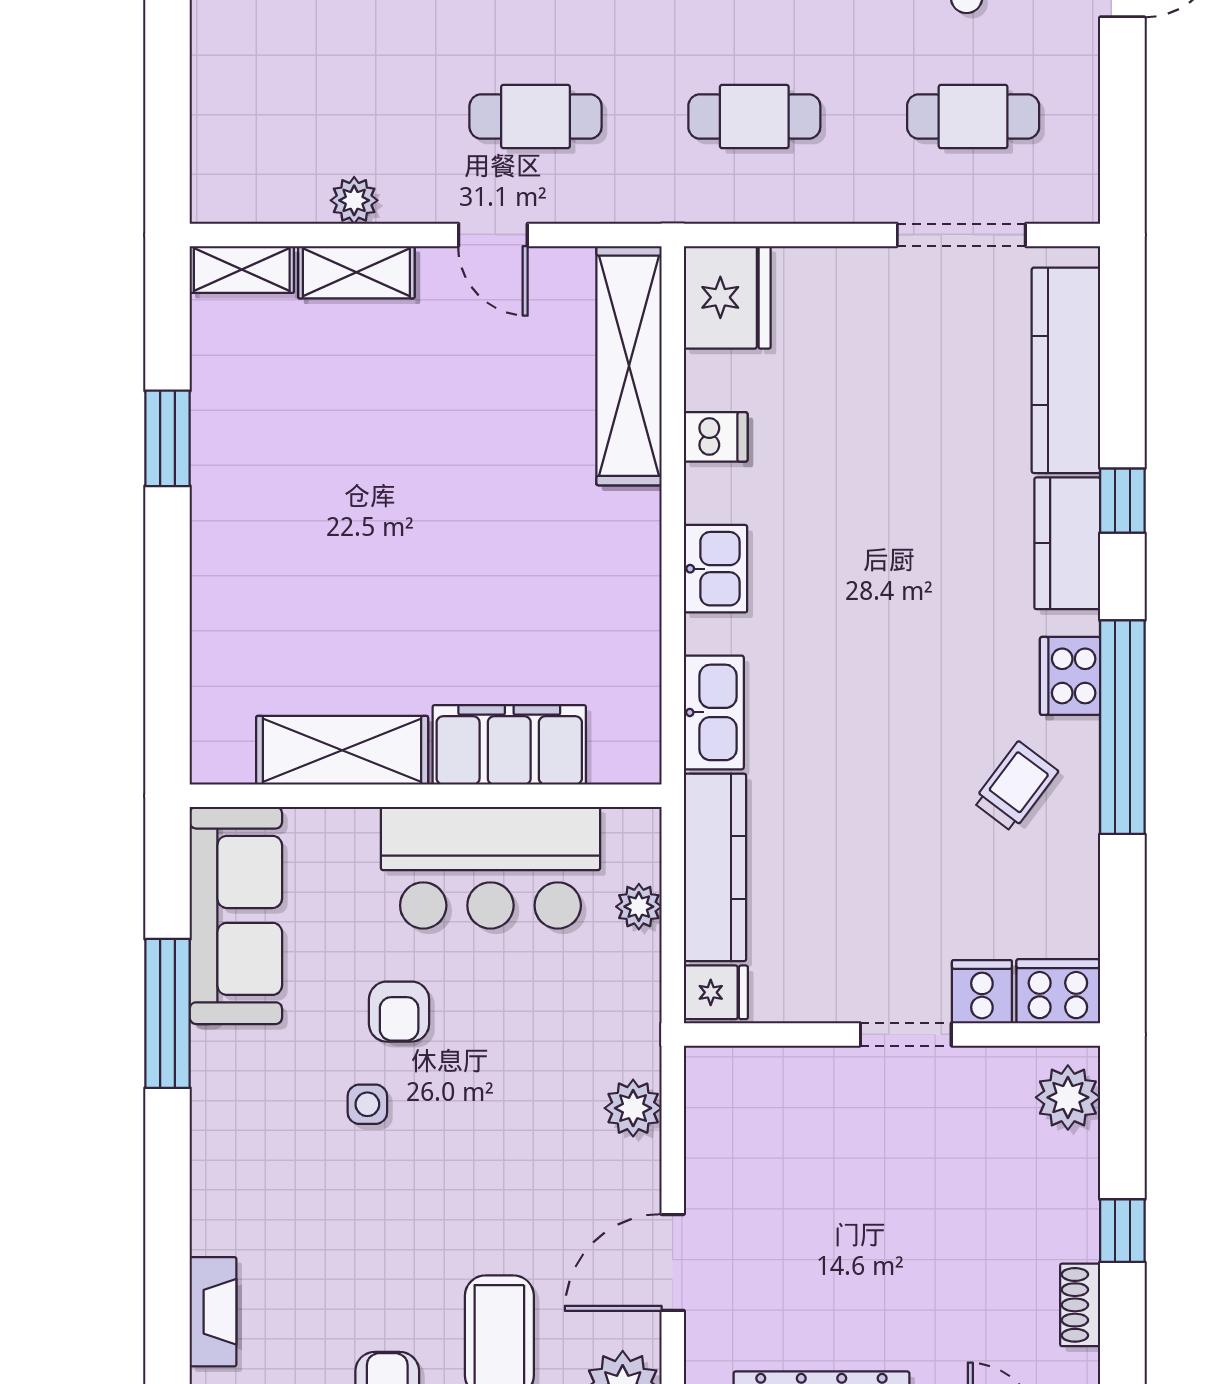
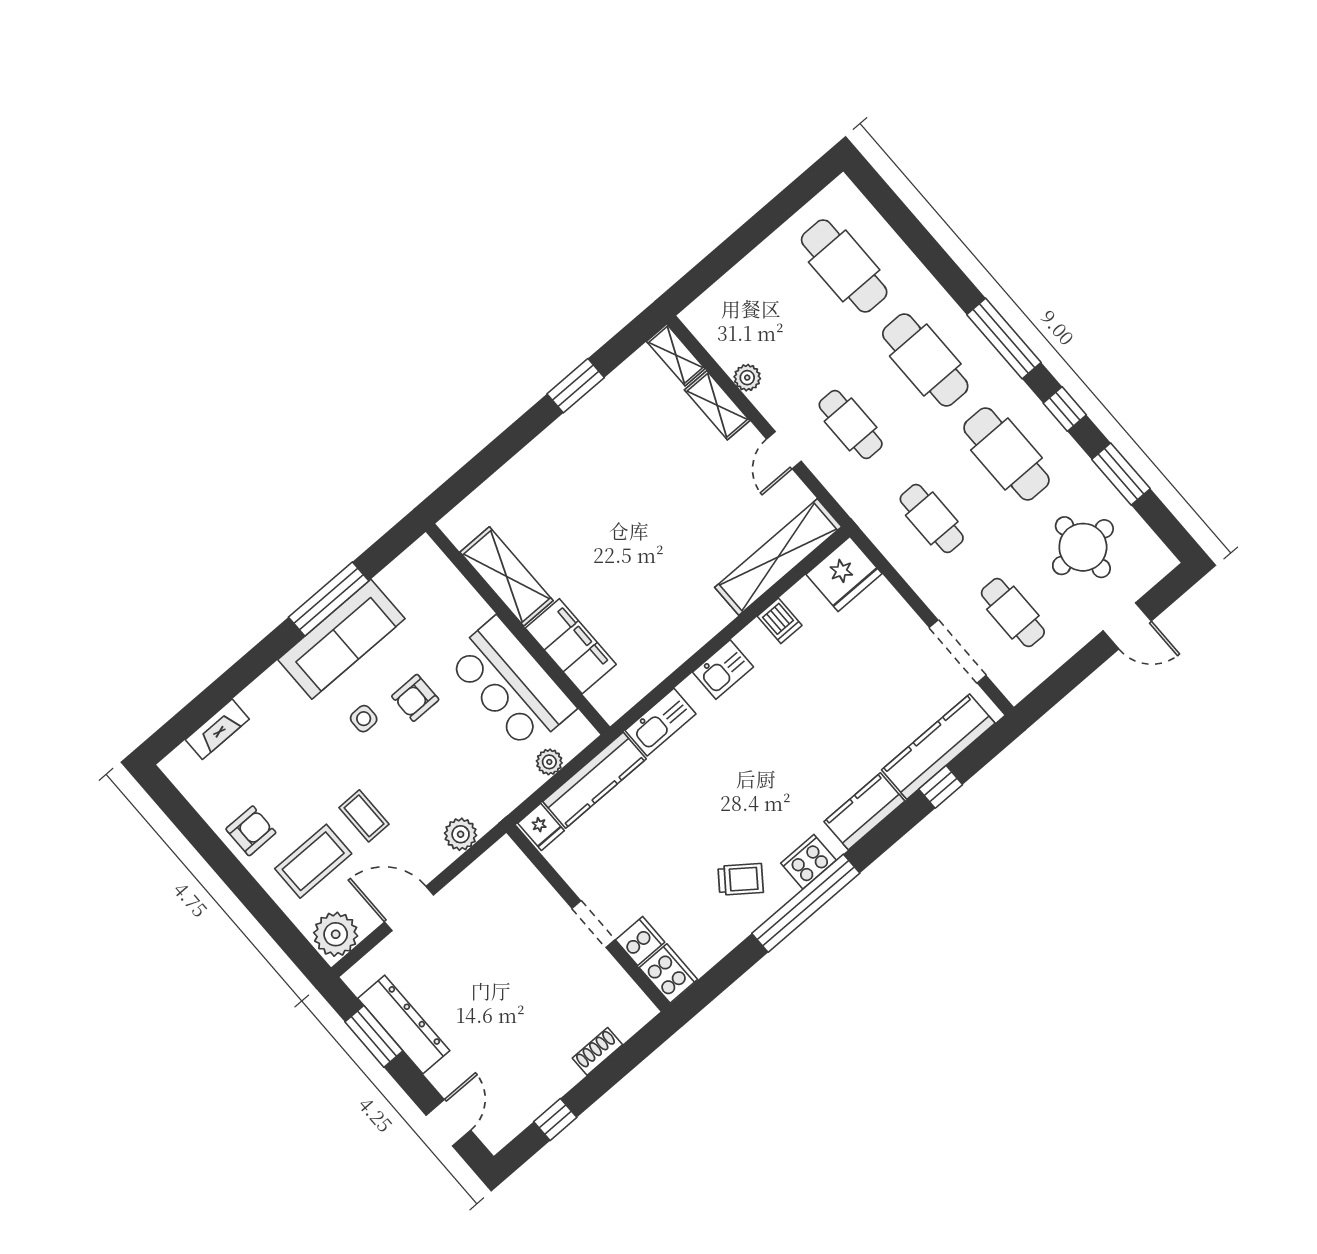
window: (1122, 501) -> (941, 787), moved
sofa: (236, 915) -> (341, 639), moved
plant: (1068, 1097) -> (626, 1017), removed
coffee table: (497, 1216) -> (364, 816), added
window: (1122, 1231) -> (555, 1120), moved
shoe rack: (1080, 1305) -> (597, 1051), moved

